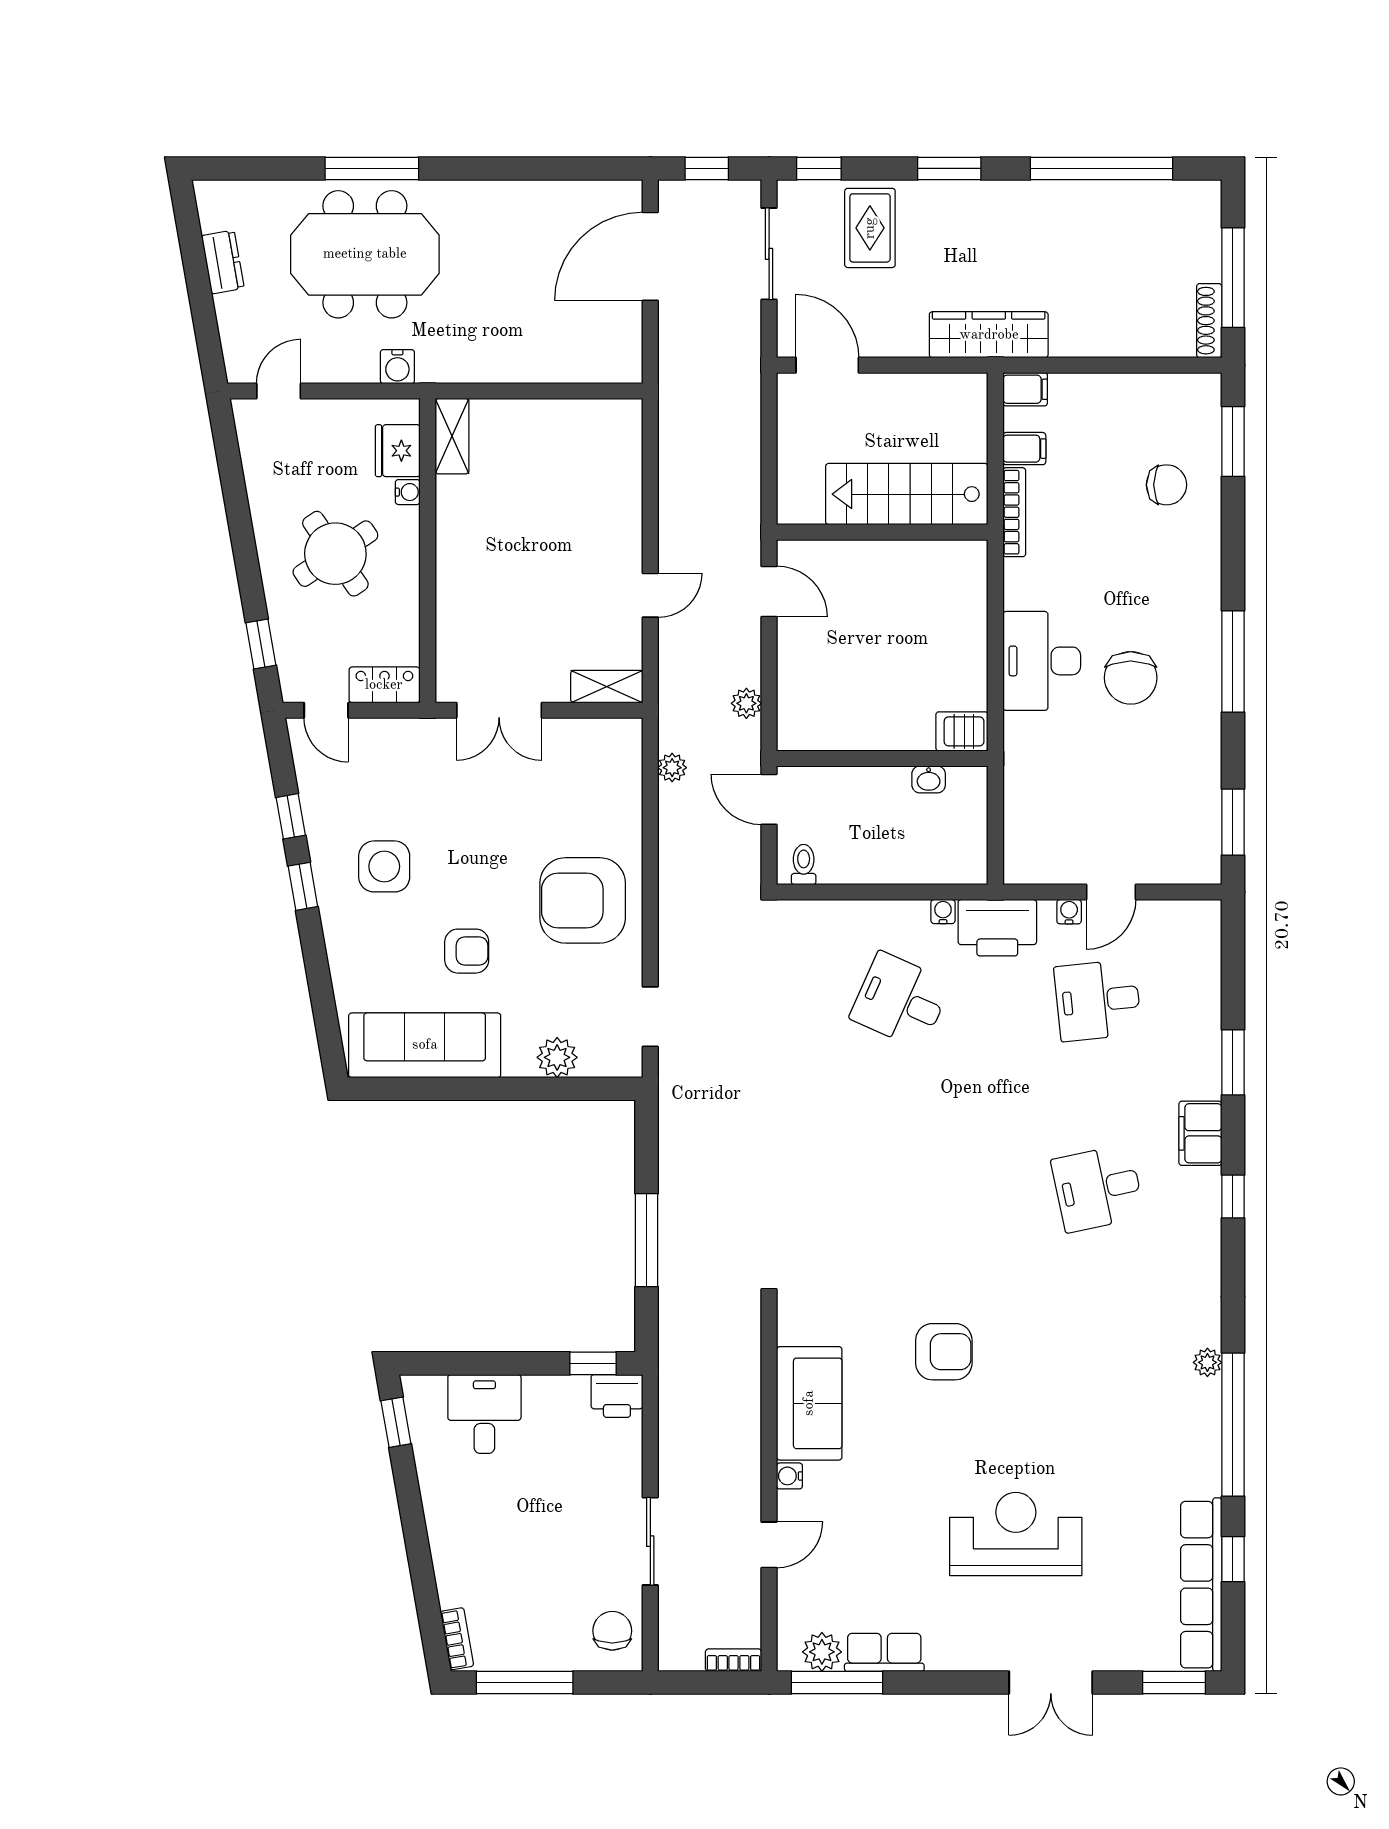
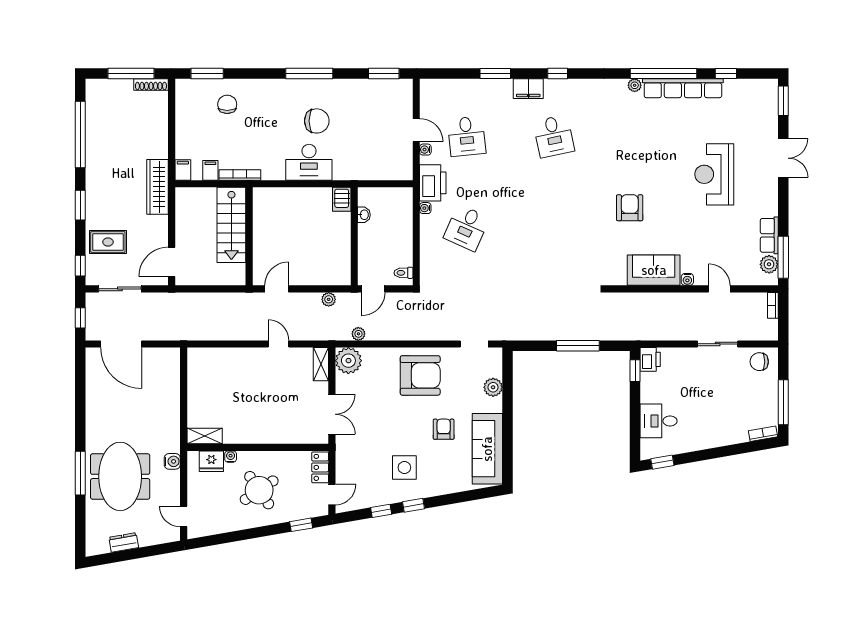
plant: (614, 746) -> (348, 361), added
armchair: (583, 900) -> (420, 375), turned -90
row of seats: (1201, 1585) -> (683, 88), moved

